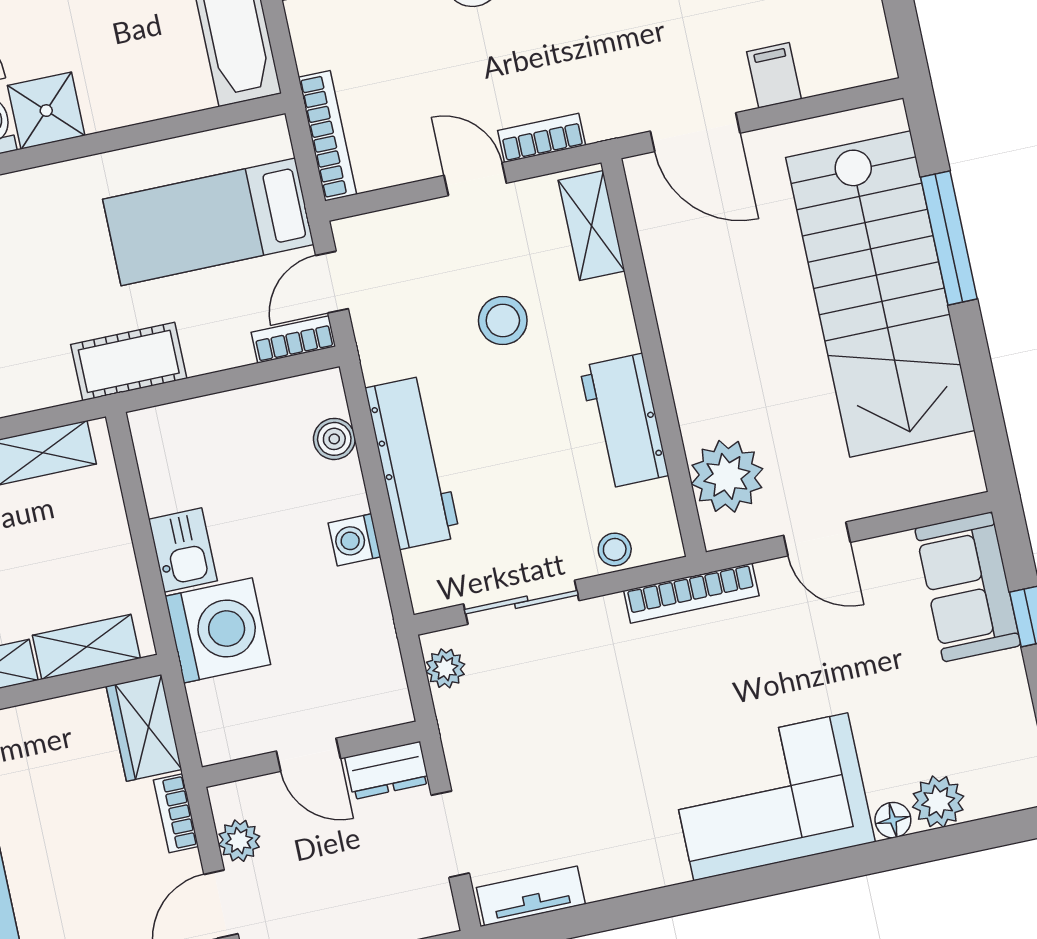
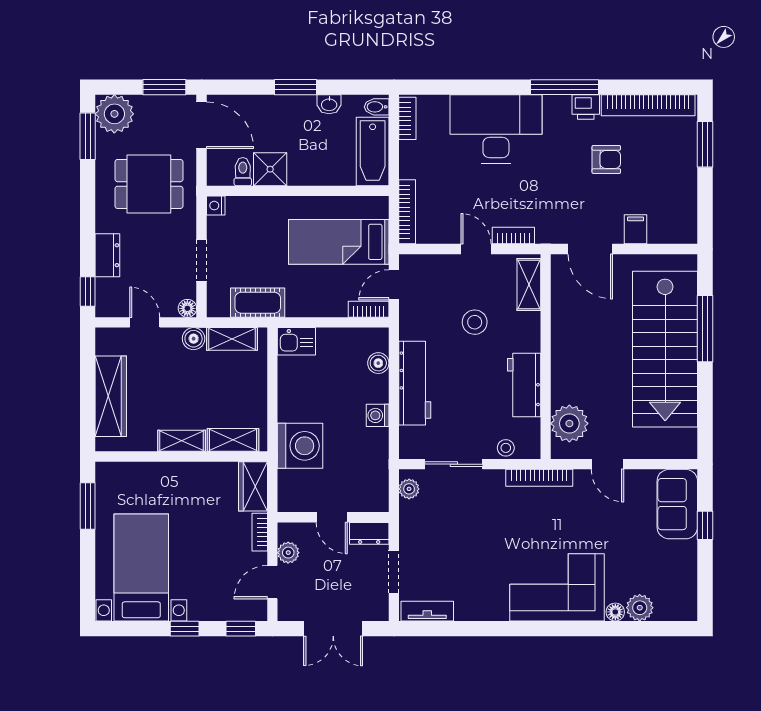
cot: (129, 361) -> (258, 303), moved
kitchen sink: (183, 550) -> (296, 341), moved, turned 90

